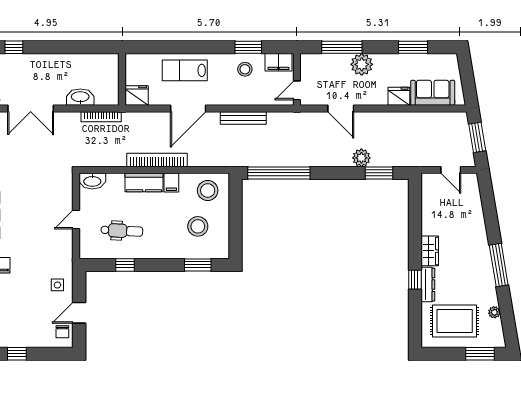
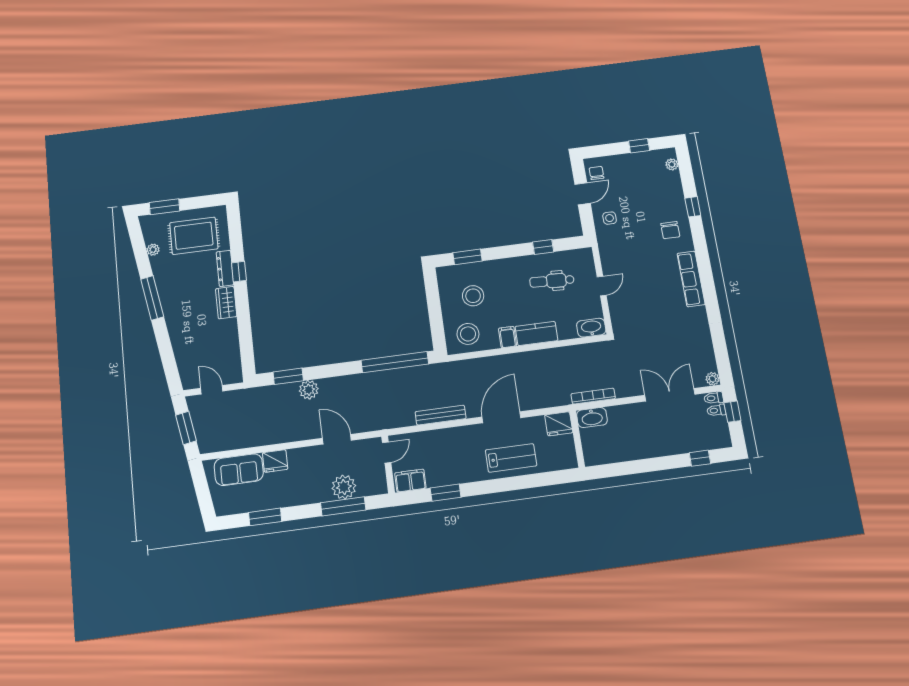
plant: (362, 64) -> (344, 487), moved
stool: (245, 69) -> (446, 468), removed
washbasin: (80, 97) -> (592, 418), moved
bookcase: (157, 160) -> (526, 359), removed

